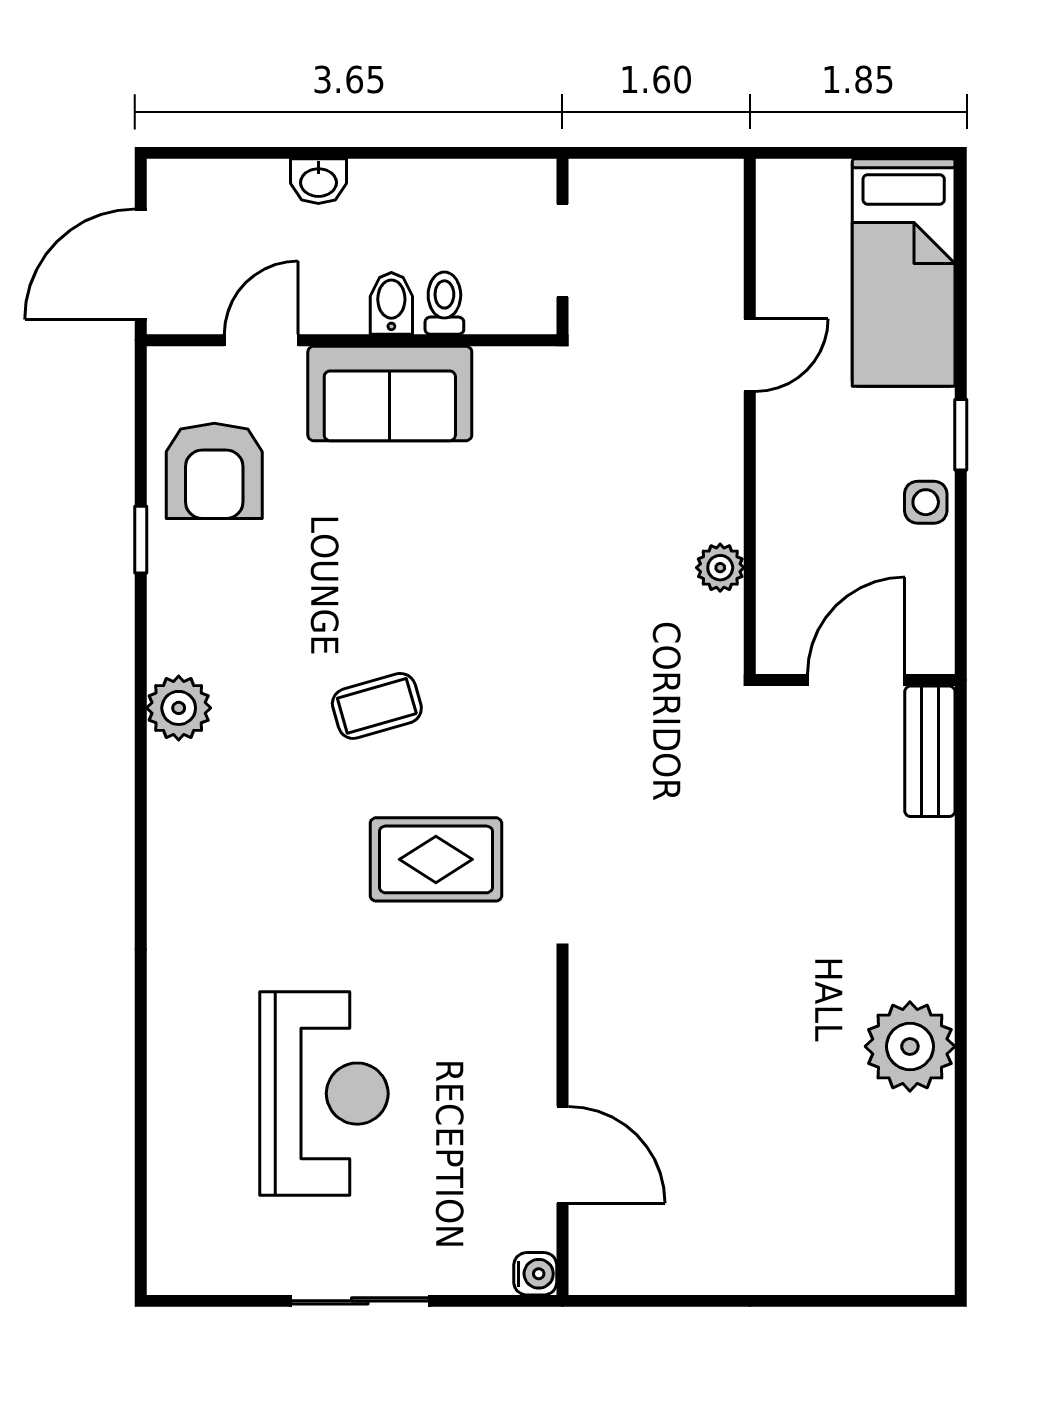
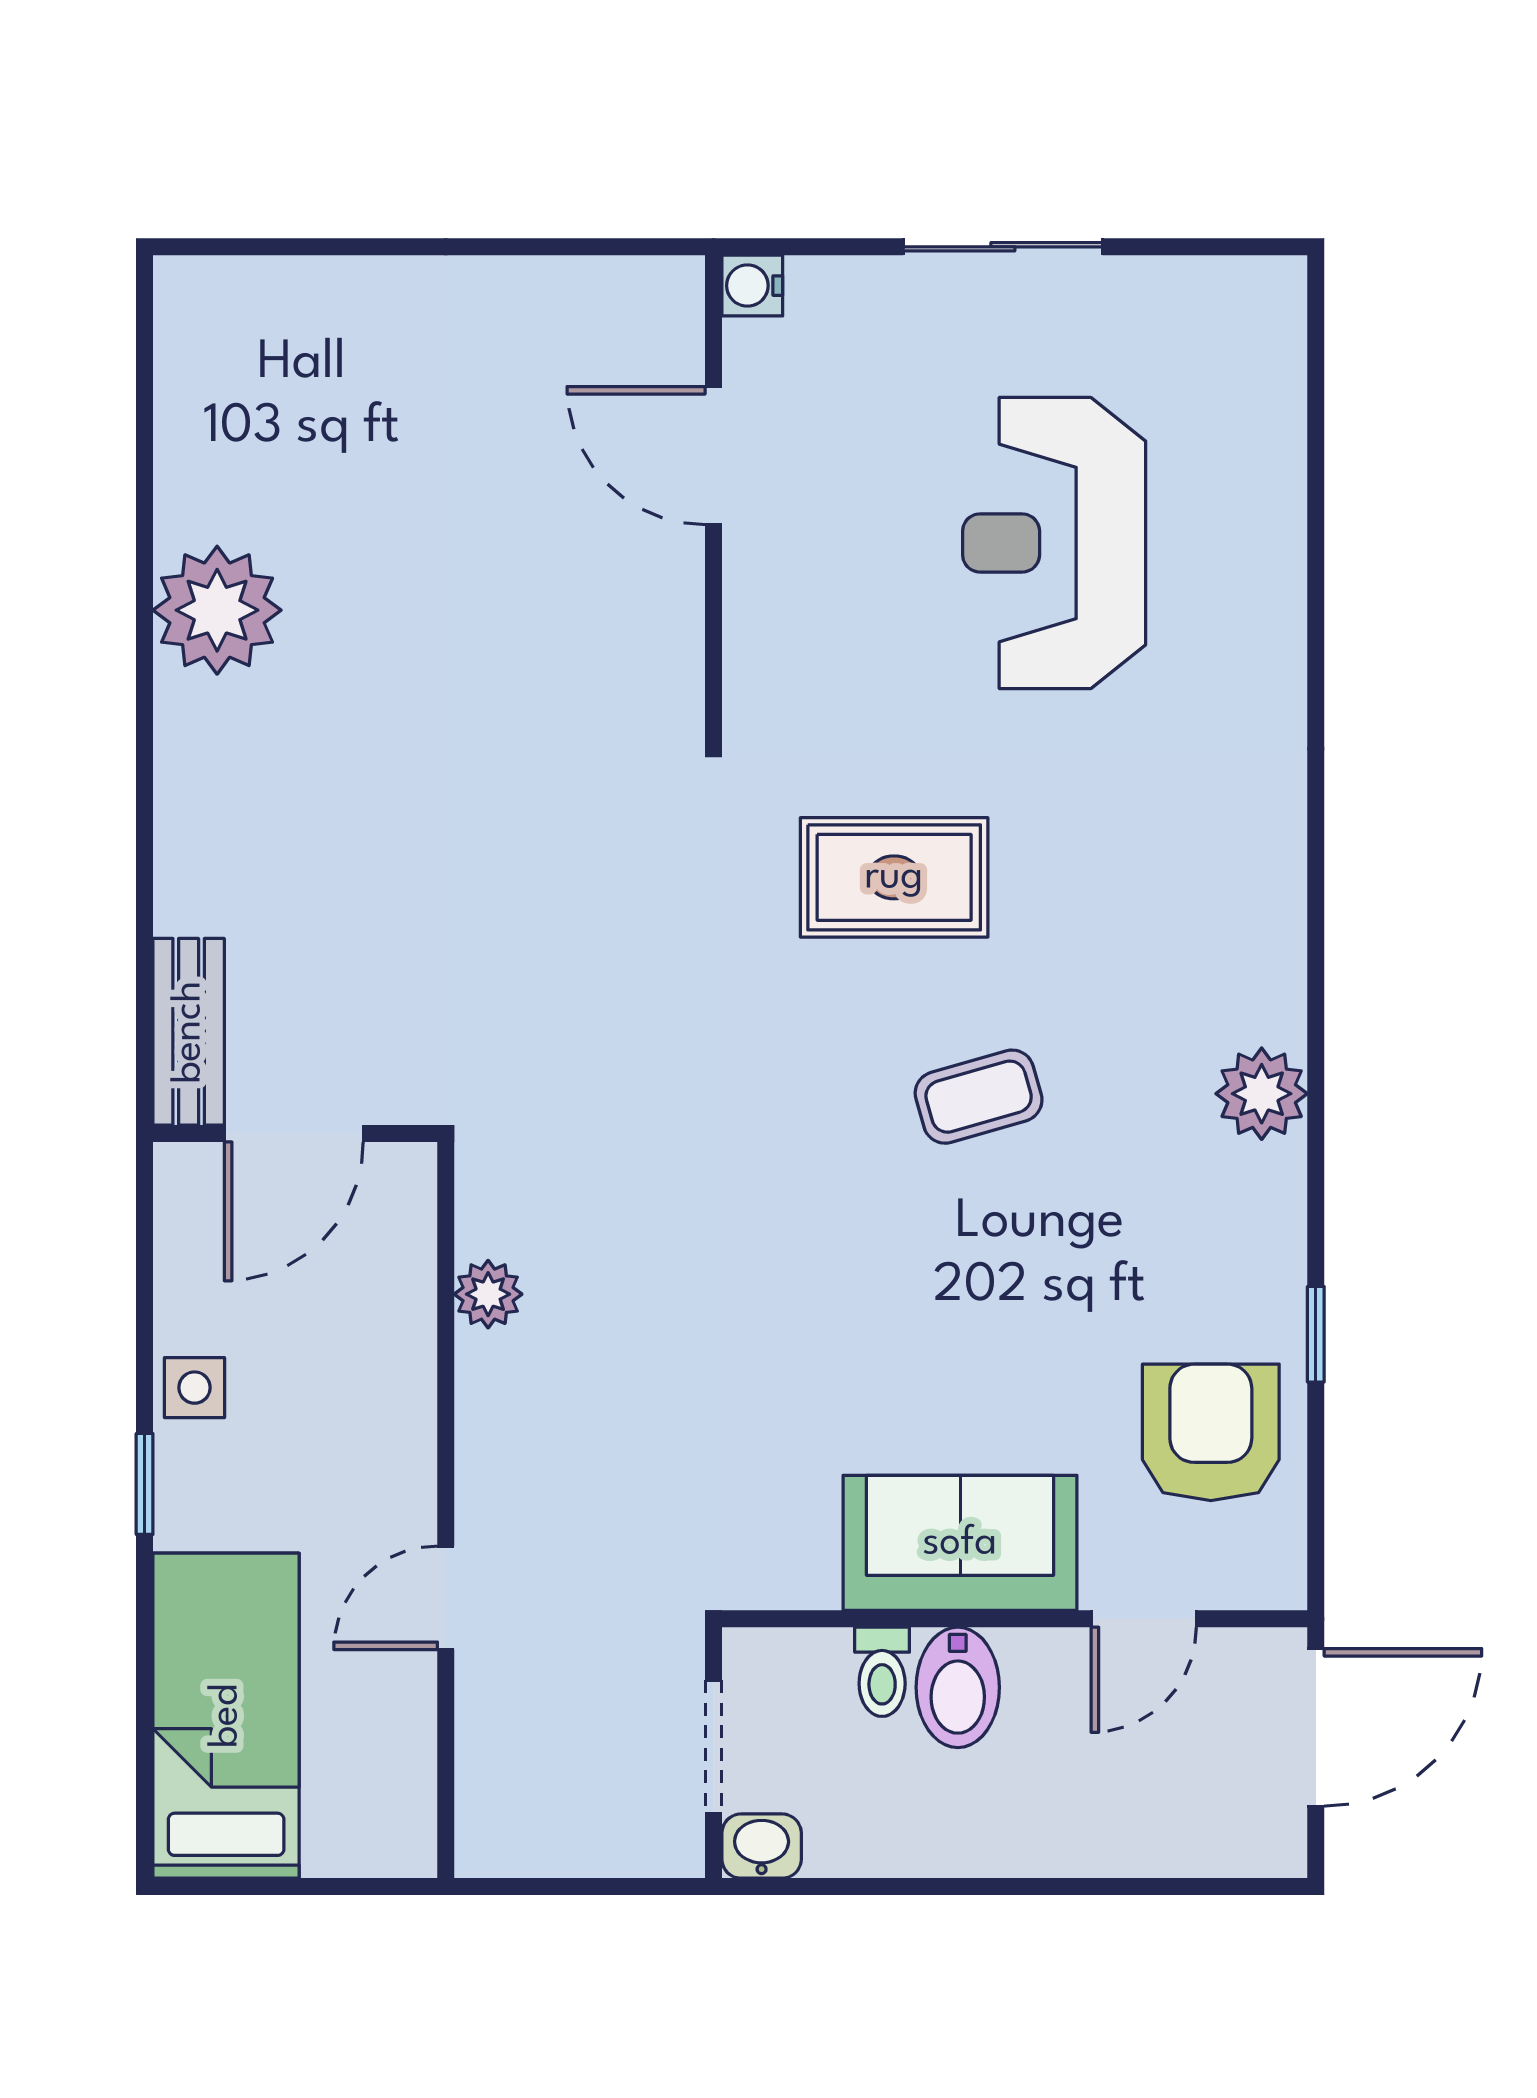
washbasin: (318, 181) -> (762, 1846), moved
bidet: (391, 303) -> (958, 1687), width x1.38, depth x1.36

